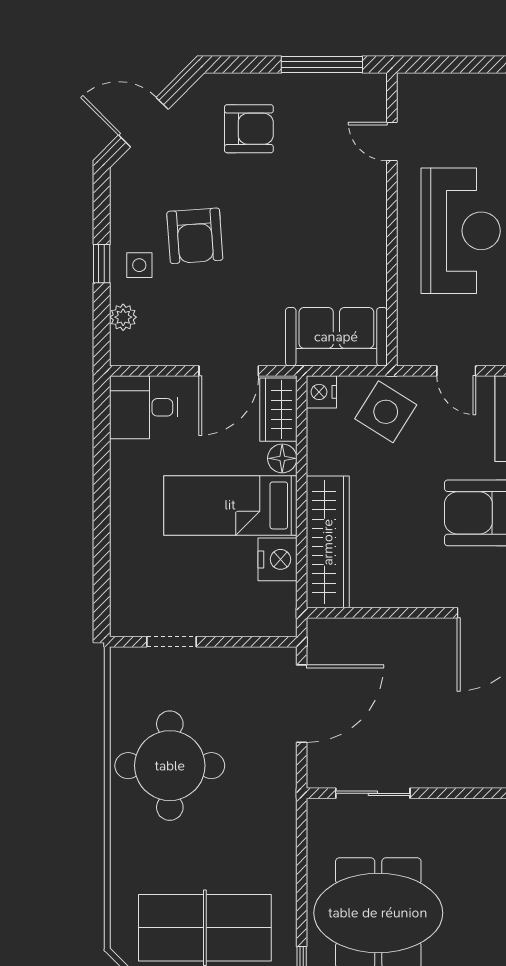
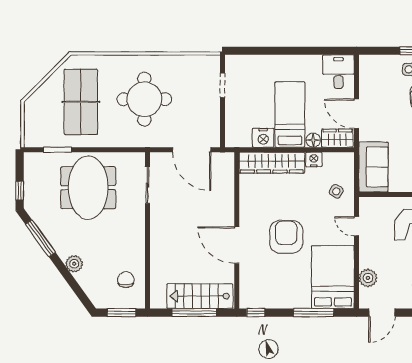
plant: (123, 317) -> (383, 61), removed
door: (456, 371) -> (356, 226), hinge flipped
nightstand: (321, 392) -> (314, 159), moved
side table: (386, 412) -> (336, 191), width x0.54, depth x0.54
round table: (170, 766) -> (144, 99), moved

